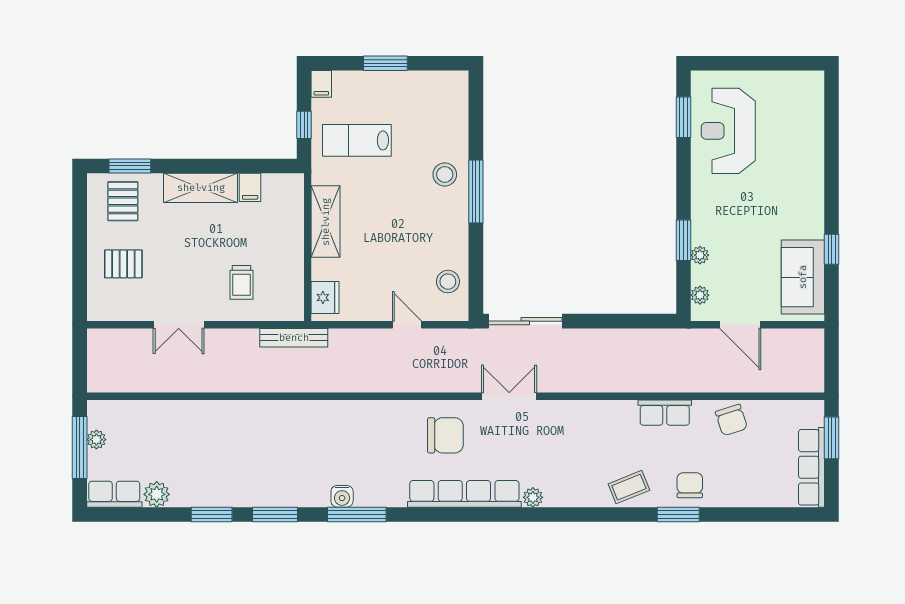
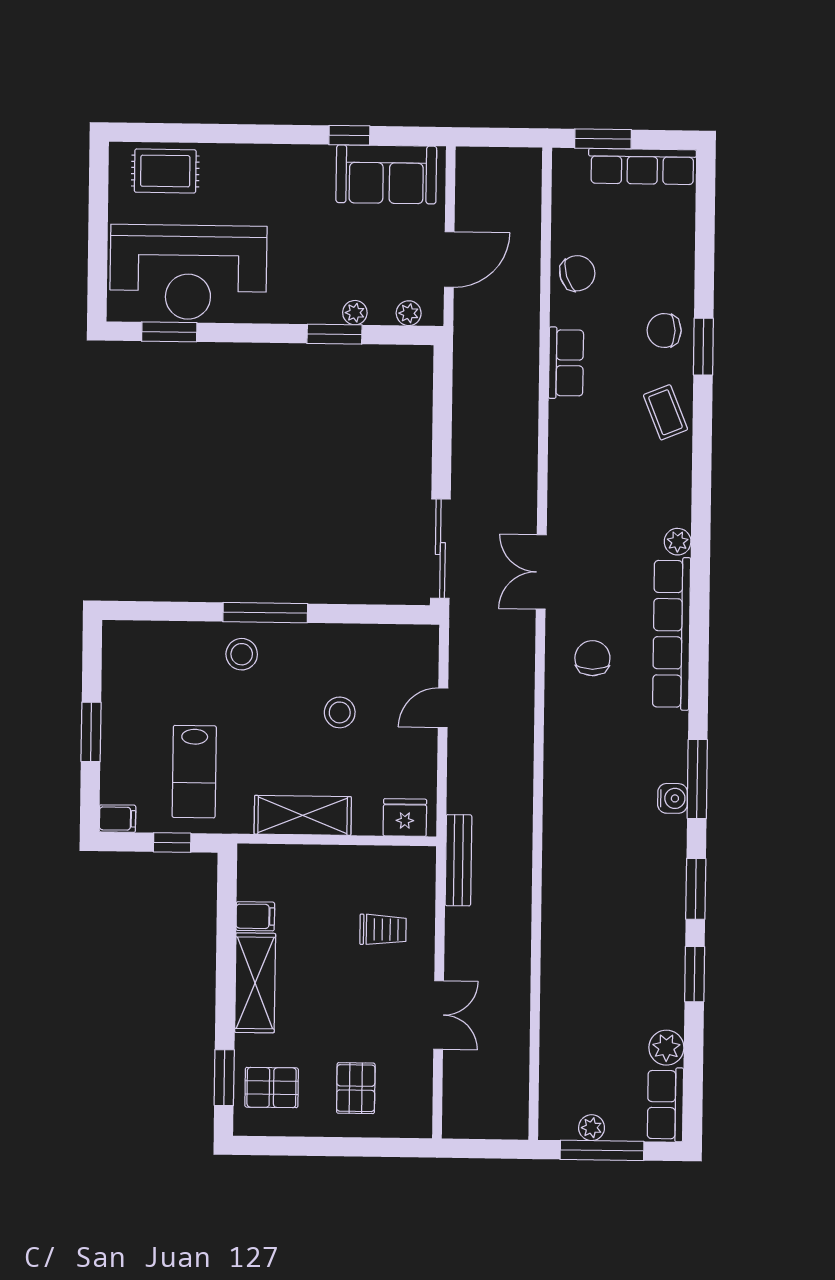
rug: (803, 113) -> (165, 171), added
reception desk: (728, 131) -> (188, 272), width x1.36, depth x1.30
stool: (448, 282) -> (340, 712), moved
chair: (445, 435) -> (592, 658), width x0.73, depth x0.73

